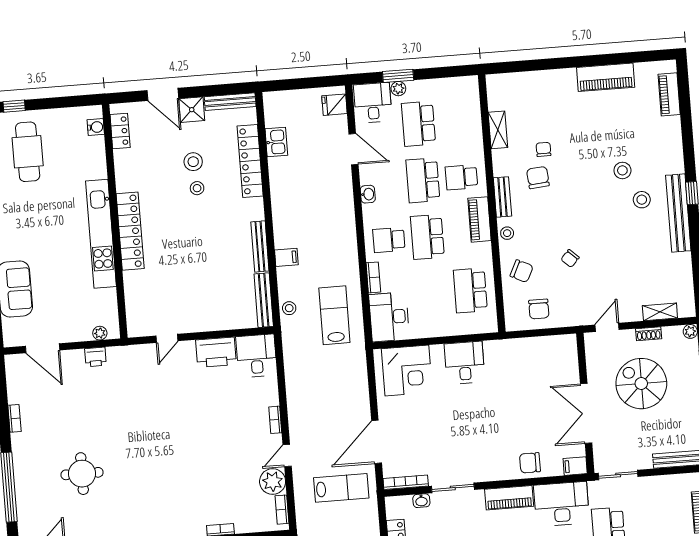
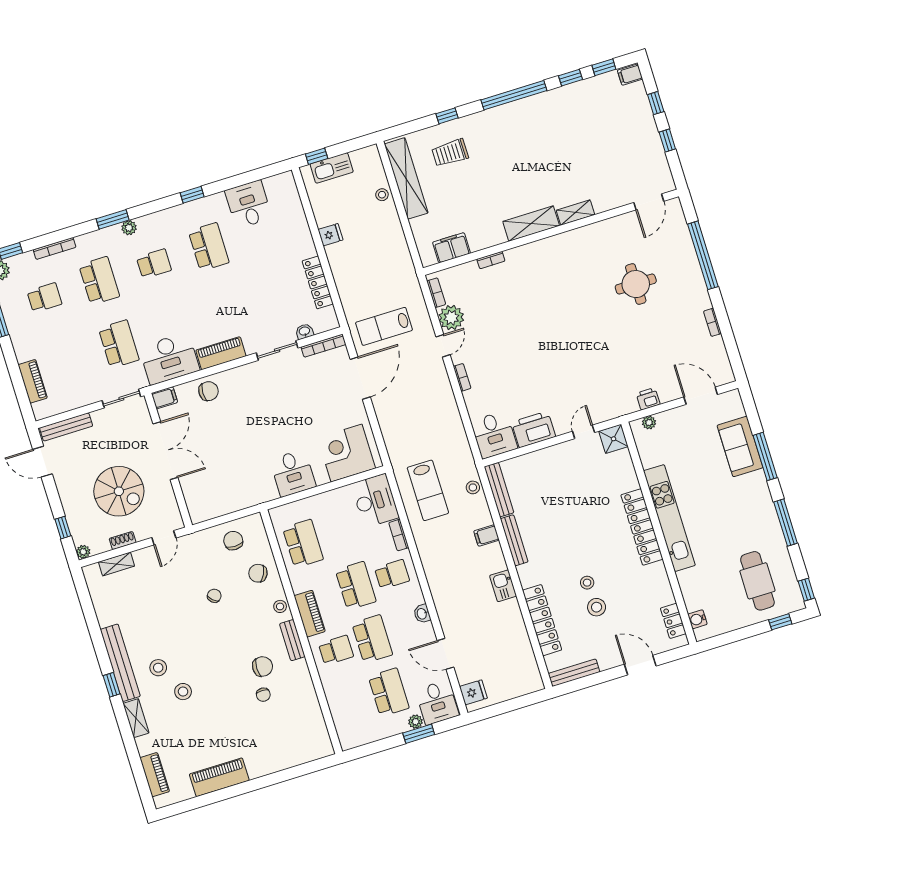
shower: (192, 110) -> (614, 439), moved
shelving: (498, 130) -> (136, 718), moved
kitchen sink: (276, 142) -> (503, 586), moved
chair: (538, 178) -> (263, 666), turned -85

